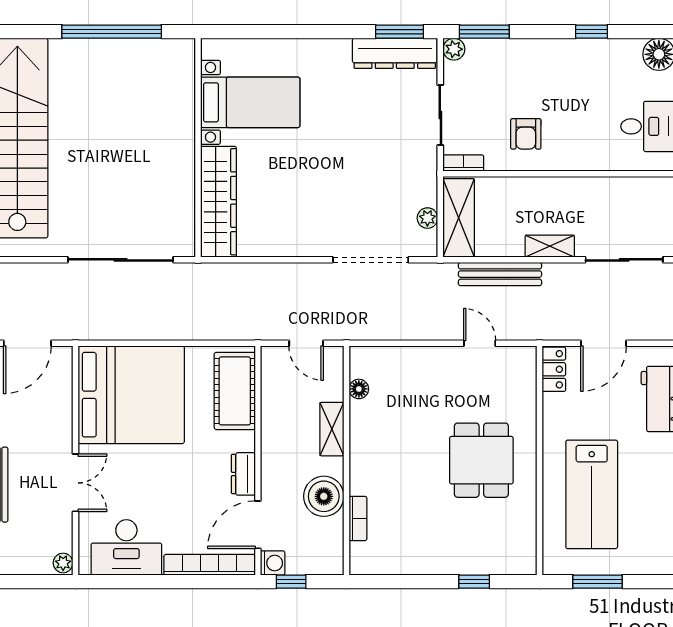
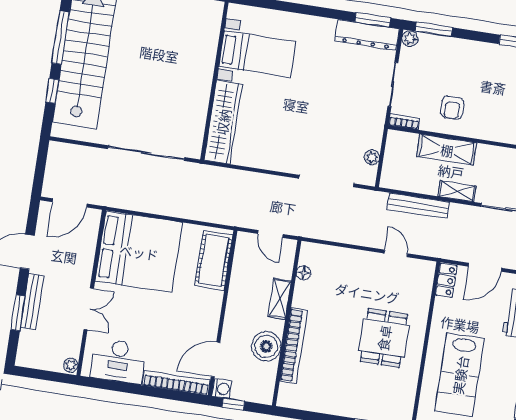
shelving: (459, 218) -> (447, 150), moved, turned 90
dresser: (243, 474) -> (211, 321), removed
bookcase: (358, 519) -> (294, 346), width x2.31, depth x1.31

